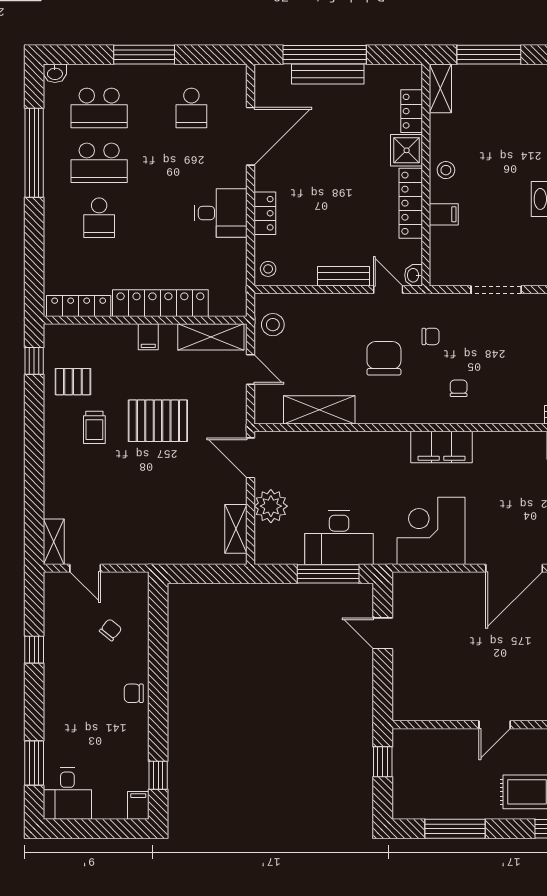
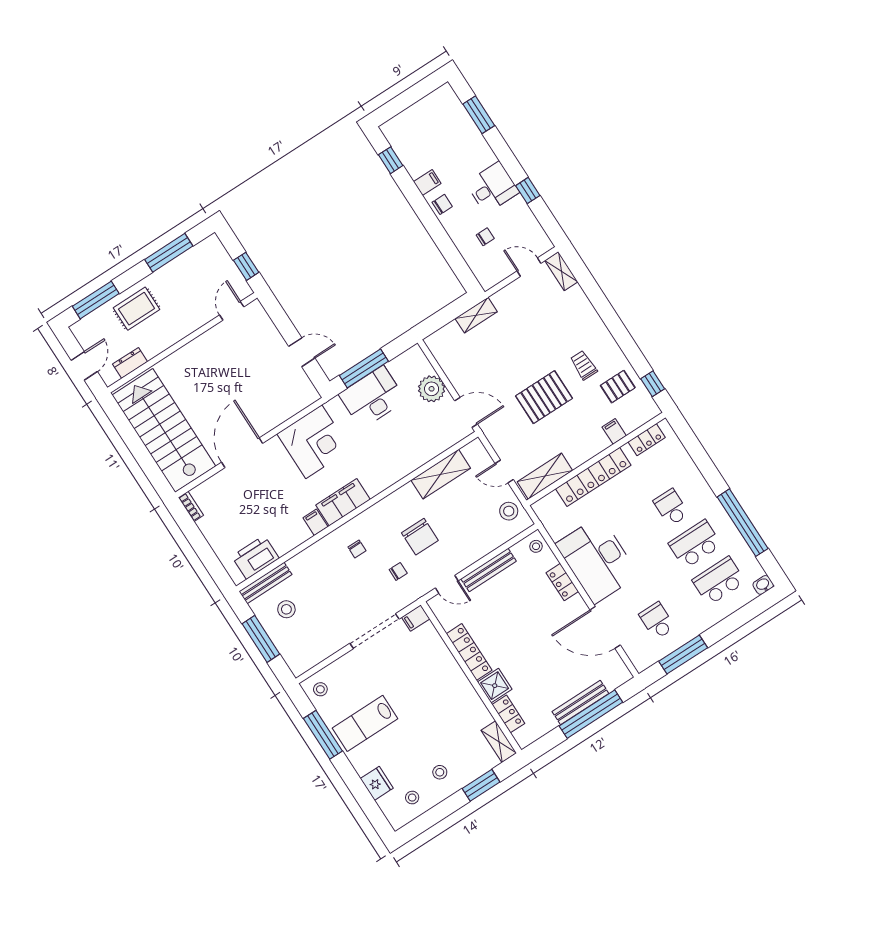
window: (144, 55) -> (683, 654), moved
window: (489, 55) -> (481, 785), width x0.69
door: (250, 136) -> (605, 627), hinge flipped
stool: (446, 170) -> (440, 772), moved
desk: (221, 213) -> (597, 560), width x1.87, depth x1.30
filing cabinet: (444, 214) -> (416, 618), moved
washbasin: (414, 275) -> (436, 605), removed
bench: (344, 276) -> (489, 570), width x1.36
doorway: (496, 290) -> (374, 631), width x1.36
locker: (79, 306) -> (647, 440), width x0.66
chair: (430, 336) -> (398, 571), turned 180
filing cabinet: (148, 337) -> (614, 431), moved
filing cabinet: (484, 445) -> (315, 522), added
shelving: (236, 529) -> (476, 315), moved, turned 90
chair: (111, 630) -> (485, 237), turned -129
door: (495, 725) -> (232, 311), moved
desk: (67, 794) -> (492, 187), moved, turned 90
filing cabinet: (138, 805) -> (427, 183), moved, turned -90

